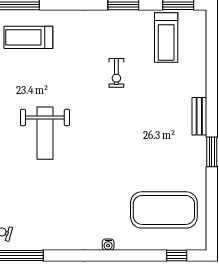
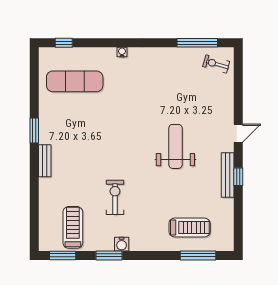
water cooler: (109, 18) -> (122, 244), added
exercise bike: (116, 73) -> (115, 197), width x1.38, depth x1.39
exercise mat: (164, 210) -> (75, 81), width x0.68

